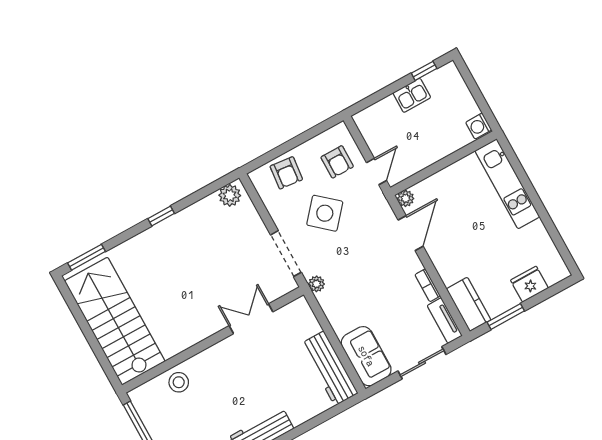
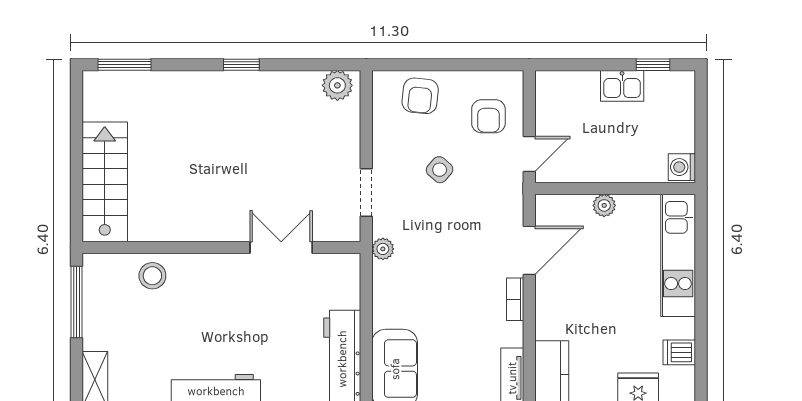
plant: (406, 198) -> (604, 205), moved
side table: (325, 213) -> (440, 170), width x0.54, depth x0.54
dishwasher: (542, 245) -> (679, 352), added
doorway: (286, 254) -> (366, 193), width x0.73
bookcase: (428, 285) -> (515, 299), moved
stairs: (115, 321) -> (105, 182), width x0.73, depth x0.66

